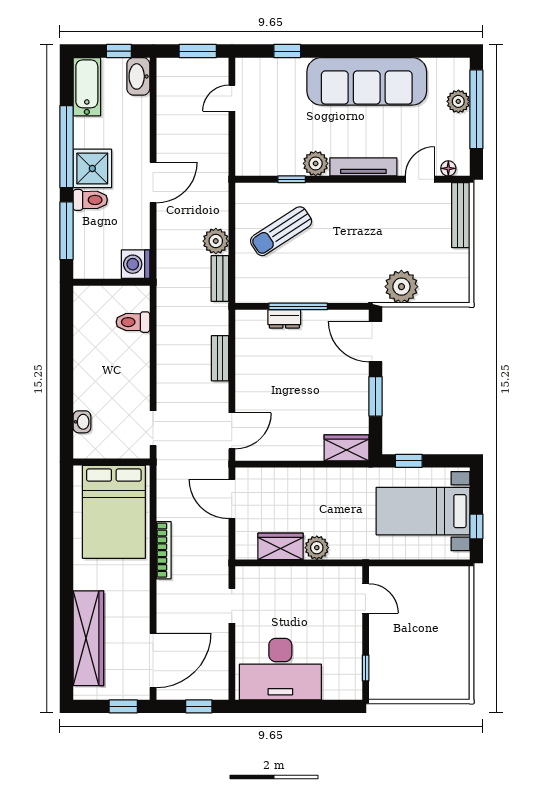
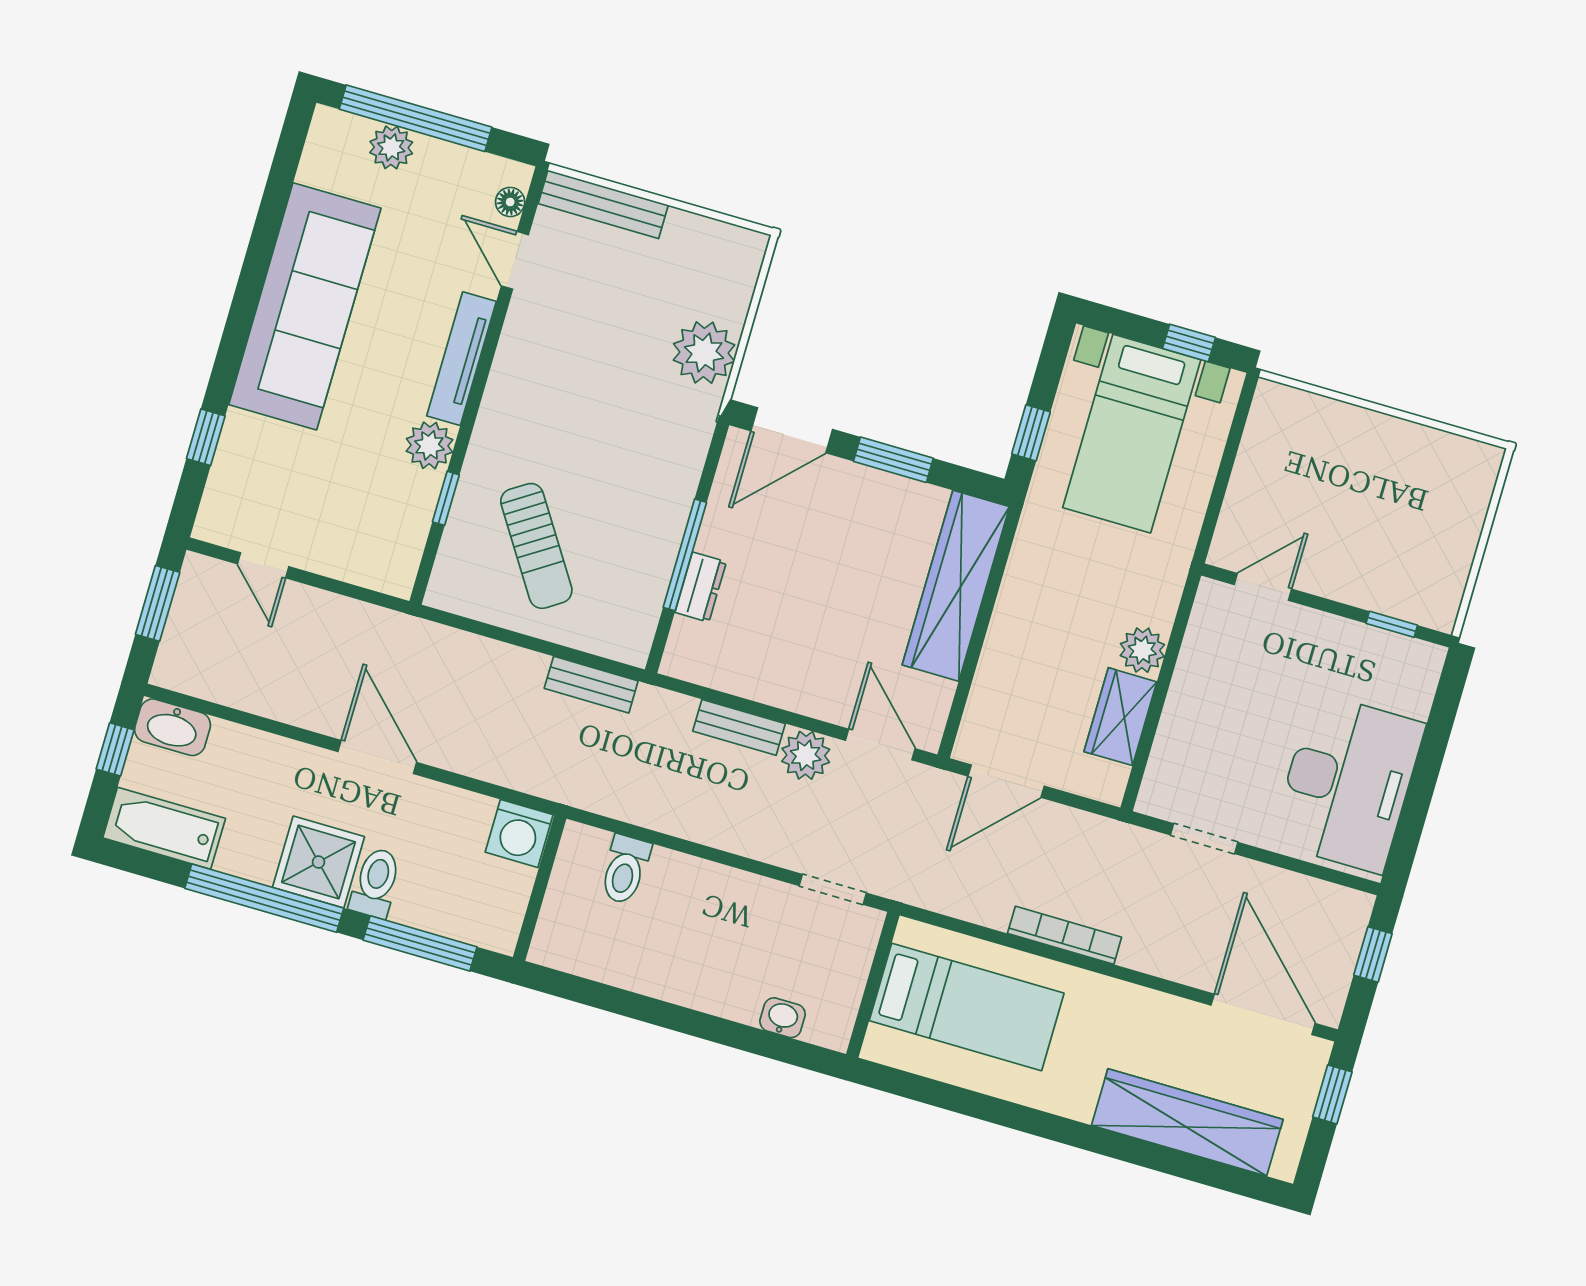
plant: (216, 241) -> (806, 755), moved
wardrobe: (346, 448) -> (956, 586), width x2.10, depth x1.17
bed: (114, 512) -> (967, 1007), width x0.67

